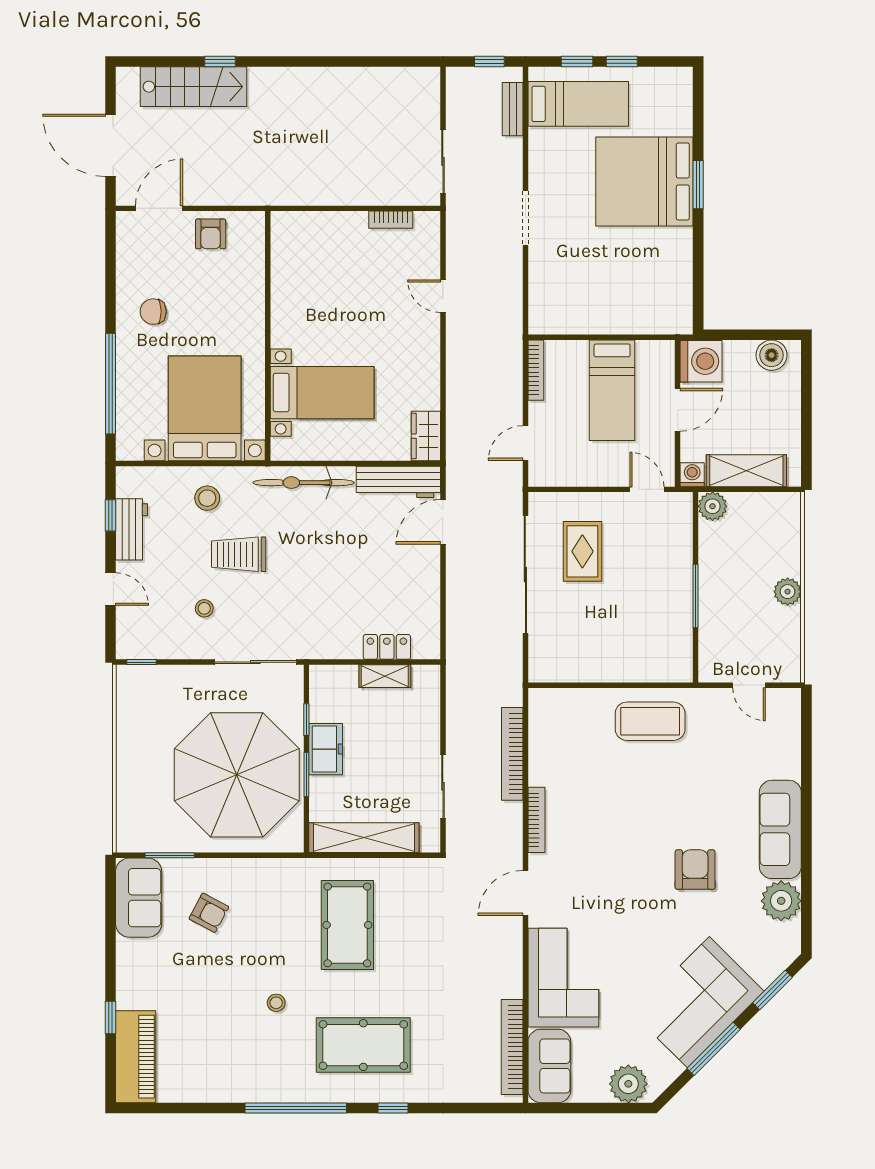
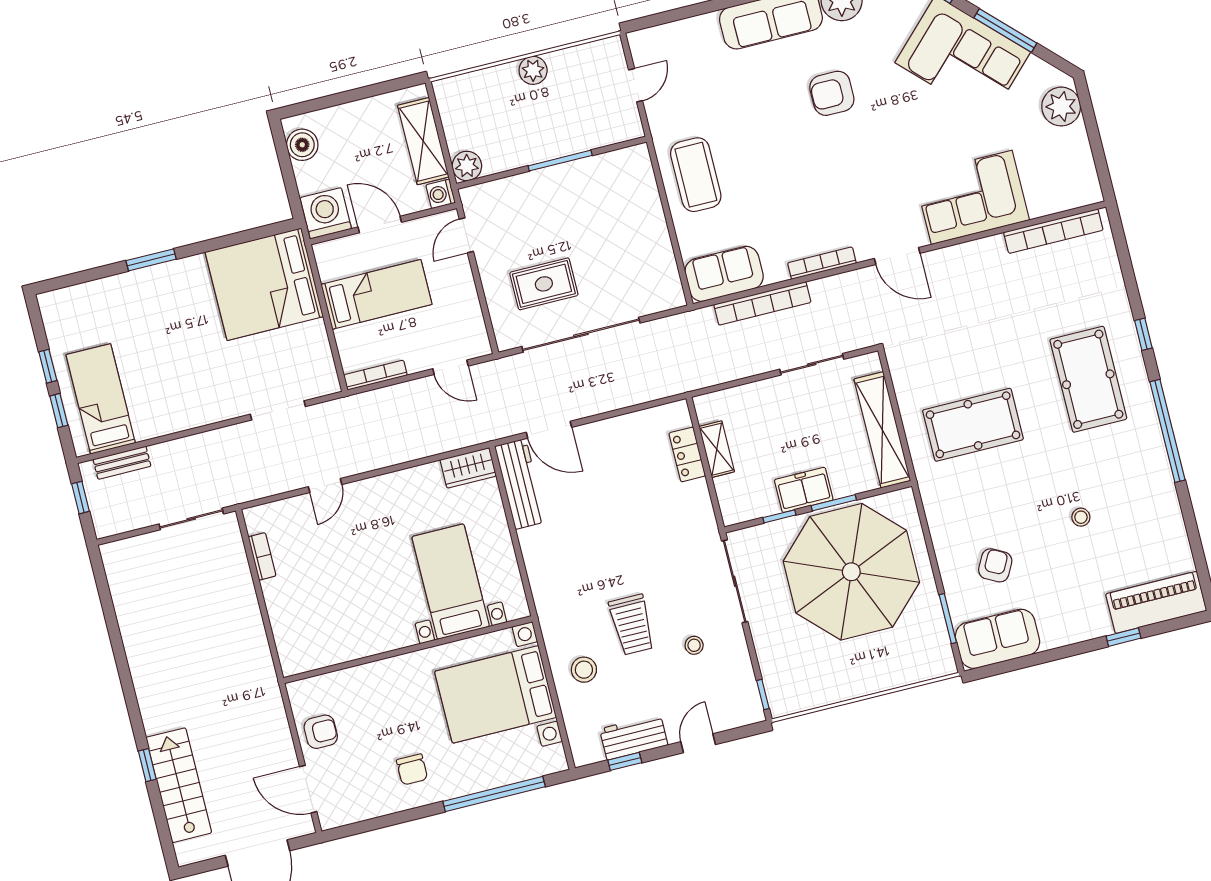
bed: (644, 181) -> (264, 284), moved, turned 90
doorway: (525, 218) -> (278, 410), moved
bicycle: (304, 483) -> (545, 578), removed
stool: (276, 1003) -> (1081, 517), moved
sofa: (549, 1066) -> (724, 274), moved

